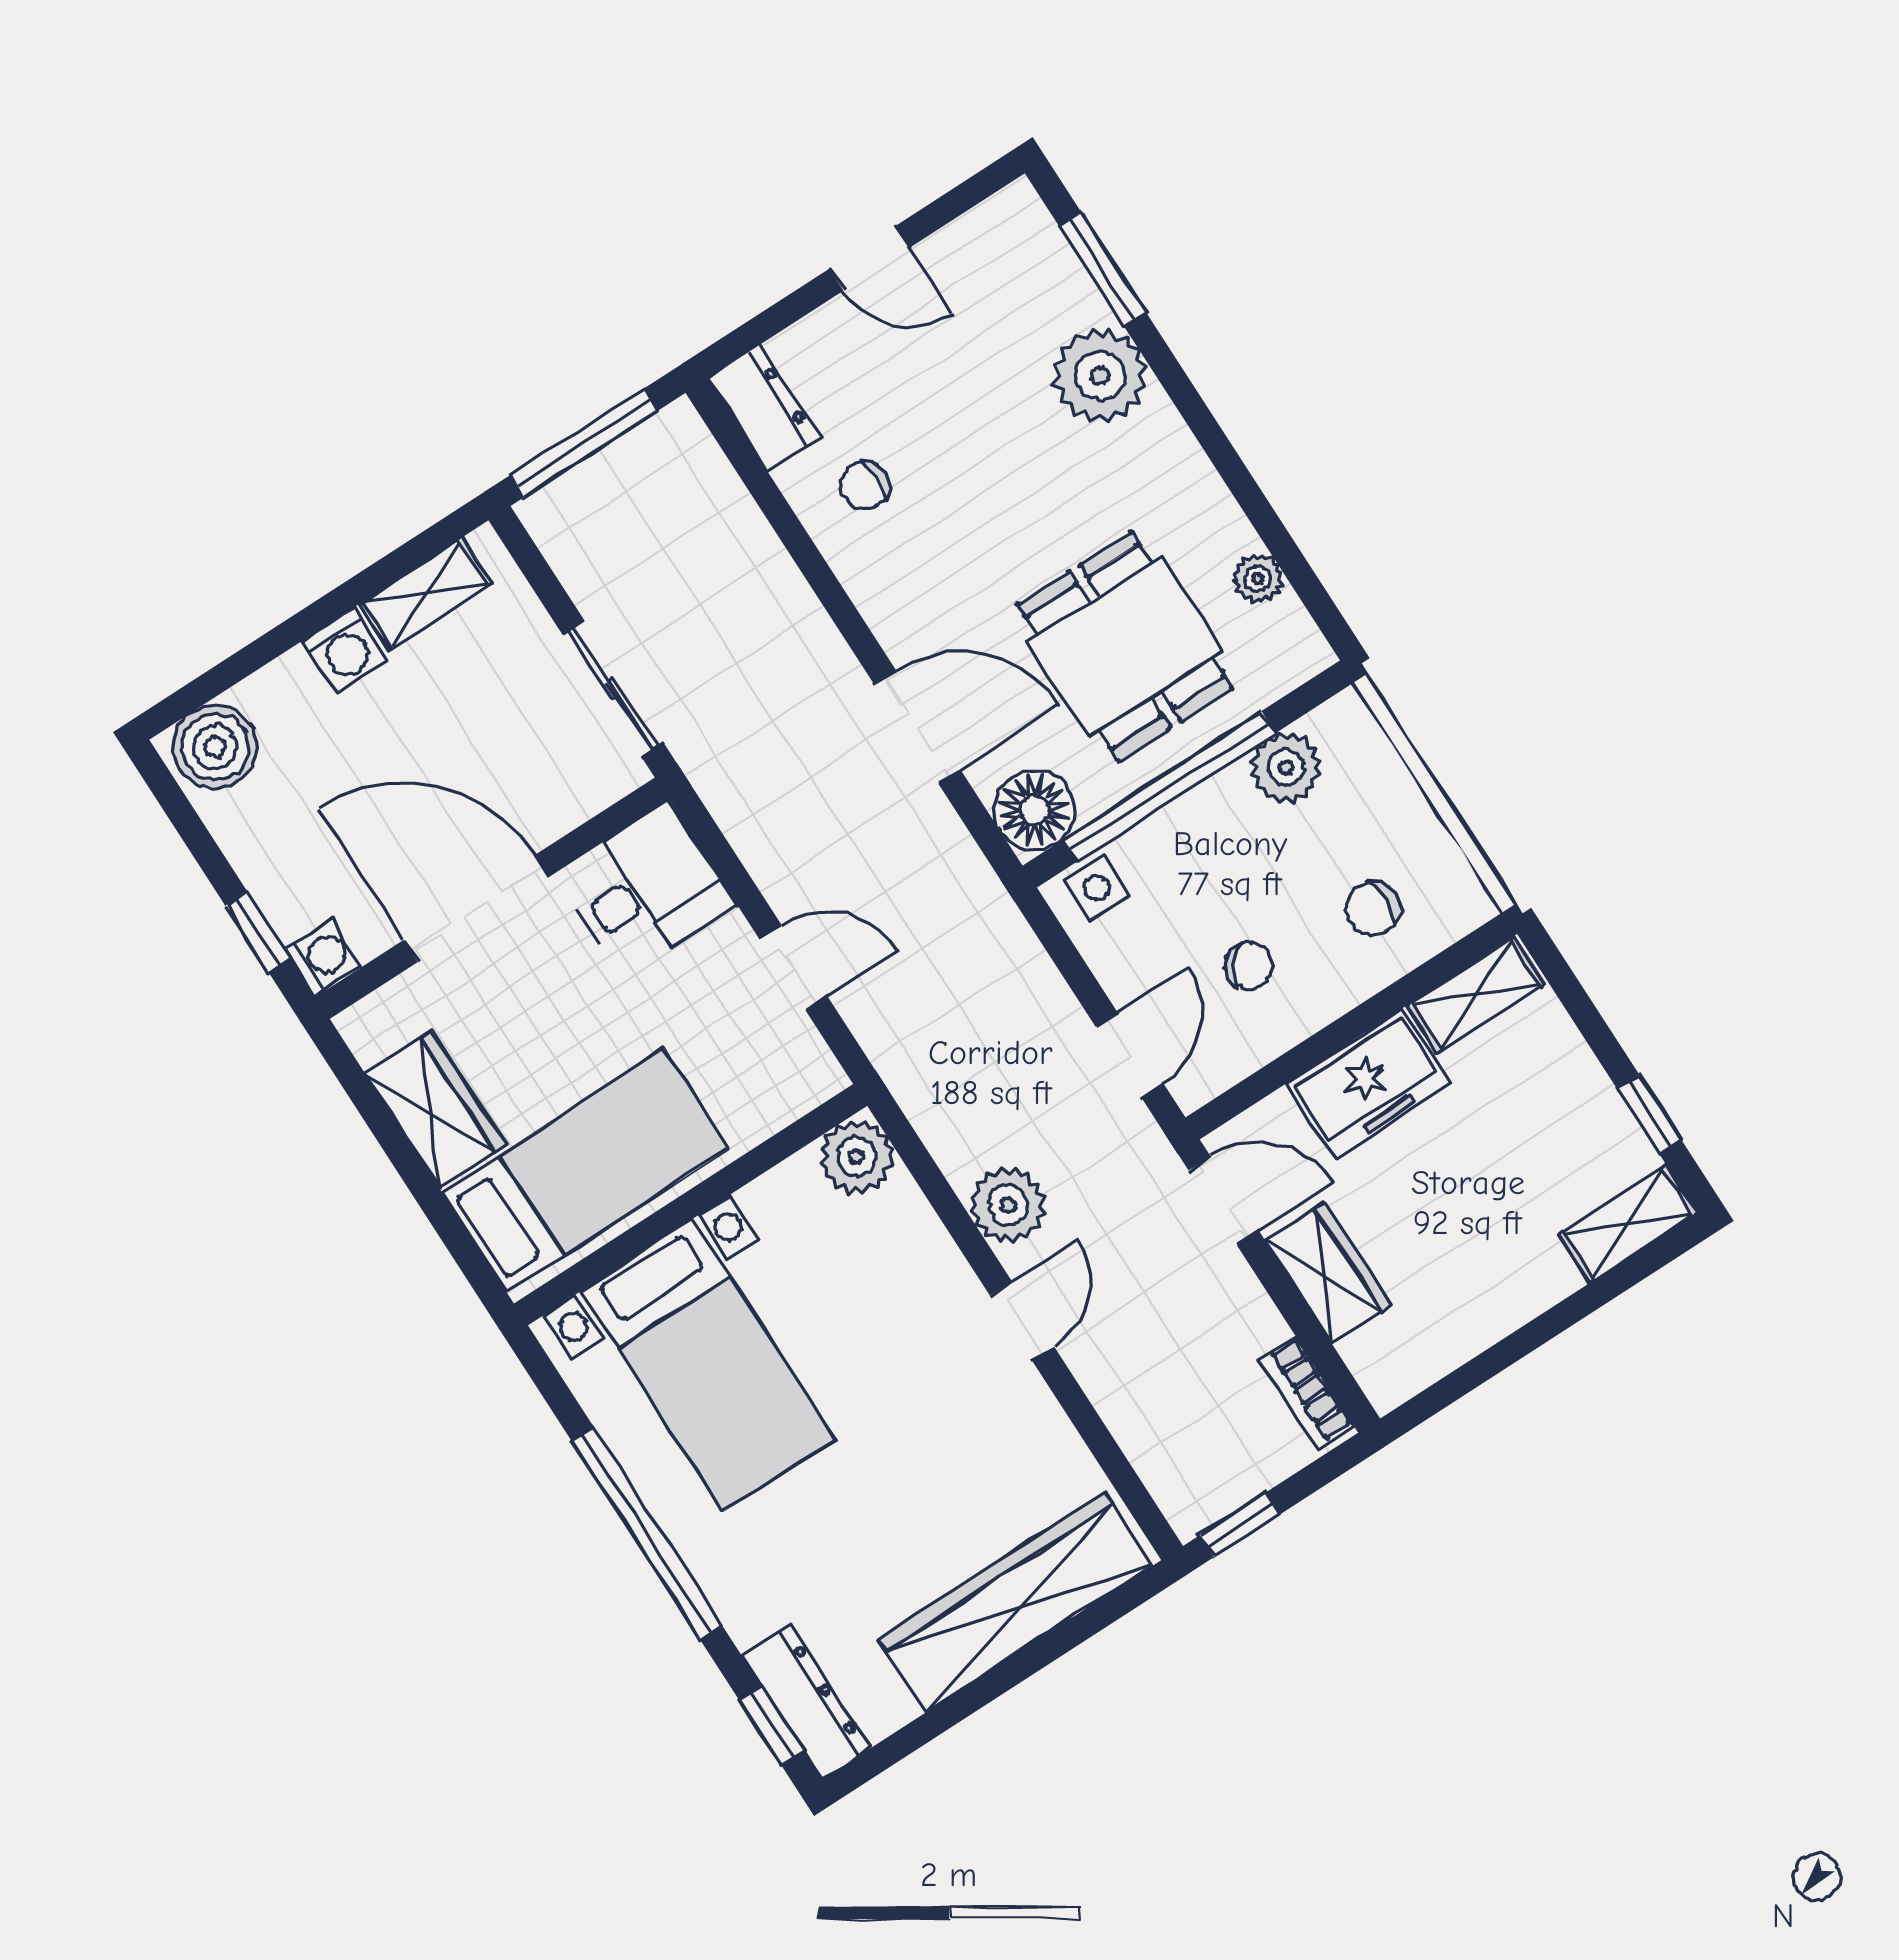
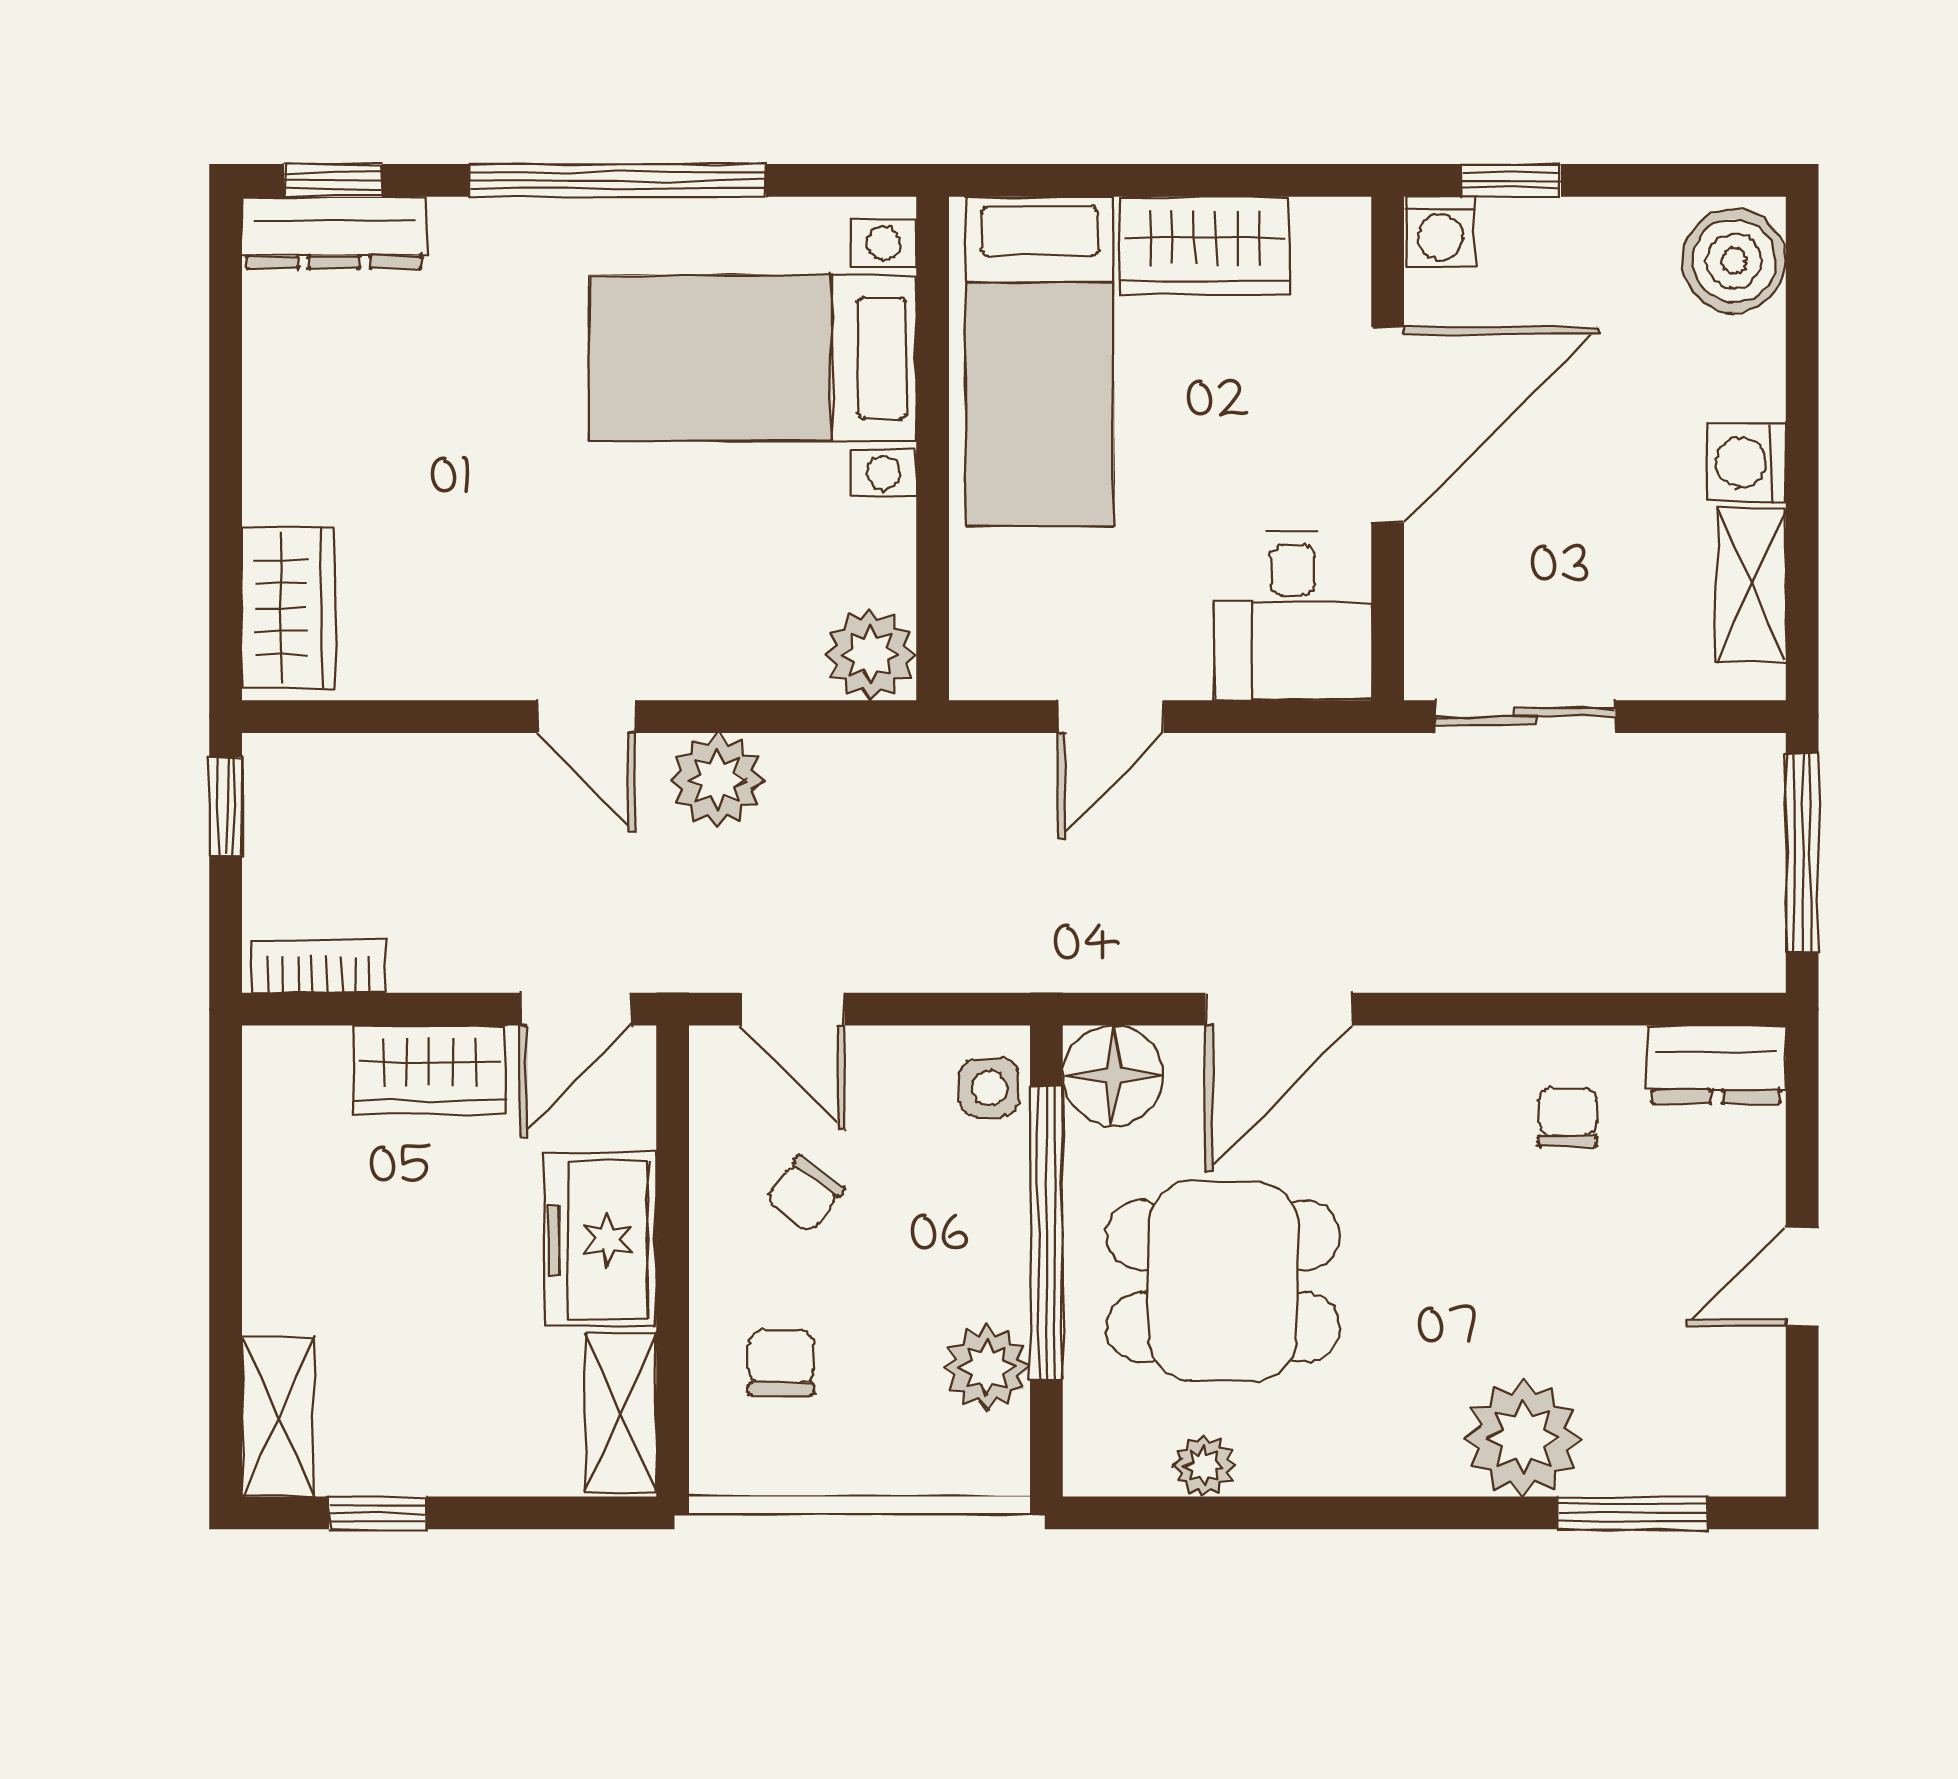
wardrobe: (1016, 1602) -> (288, 607), width x0.48, depth x0.85

